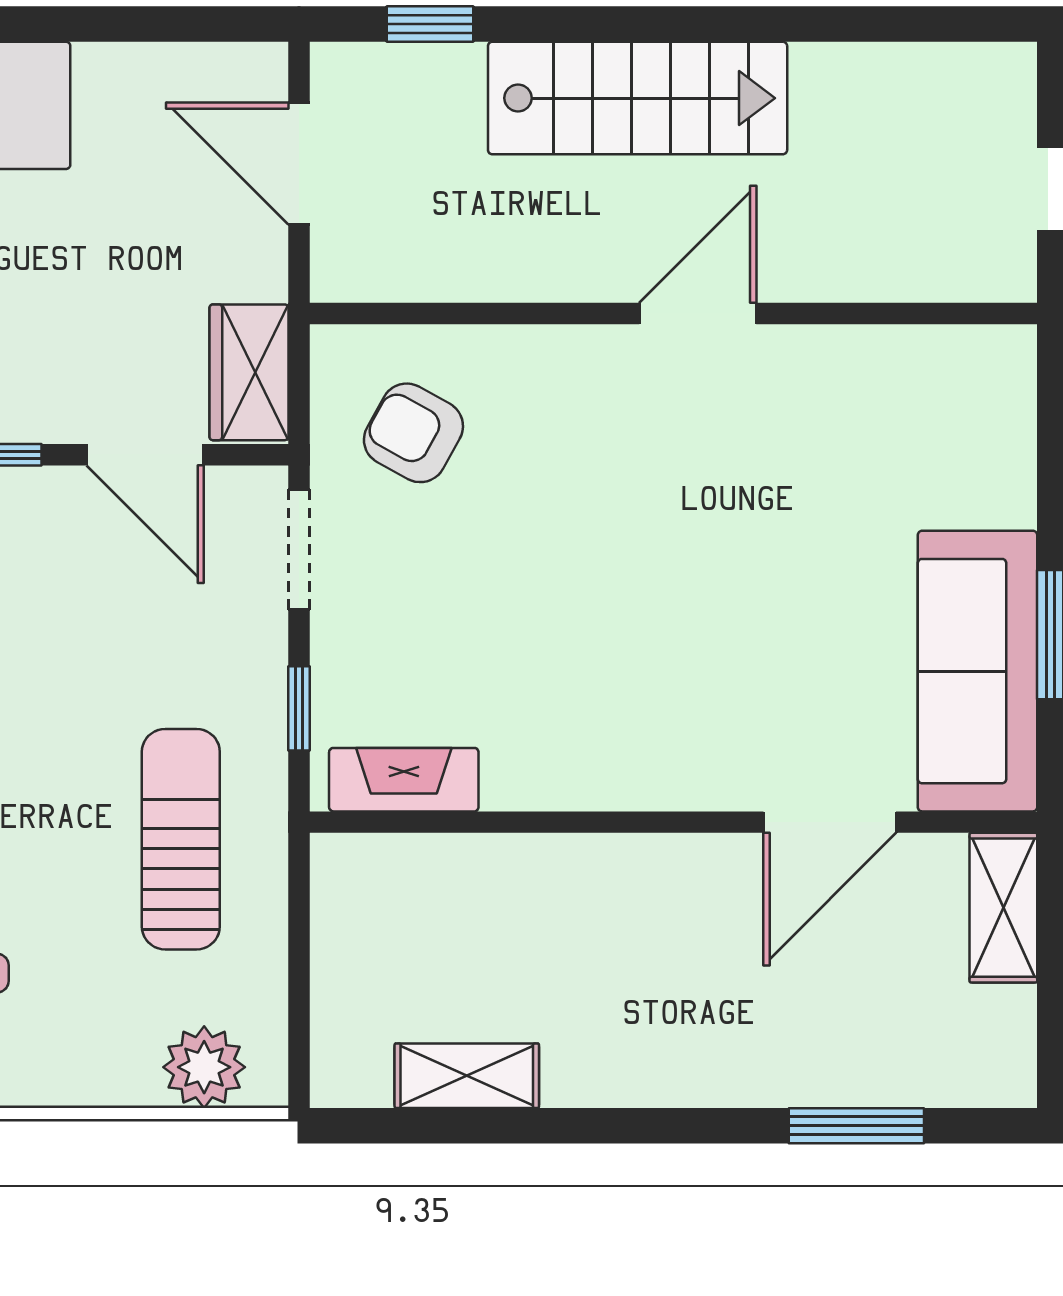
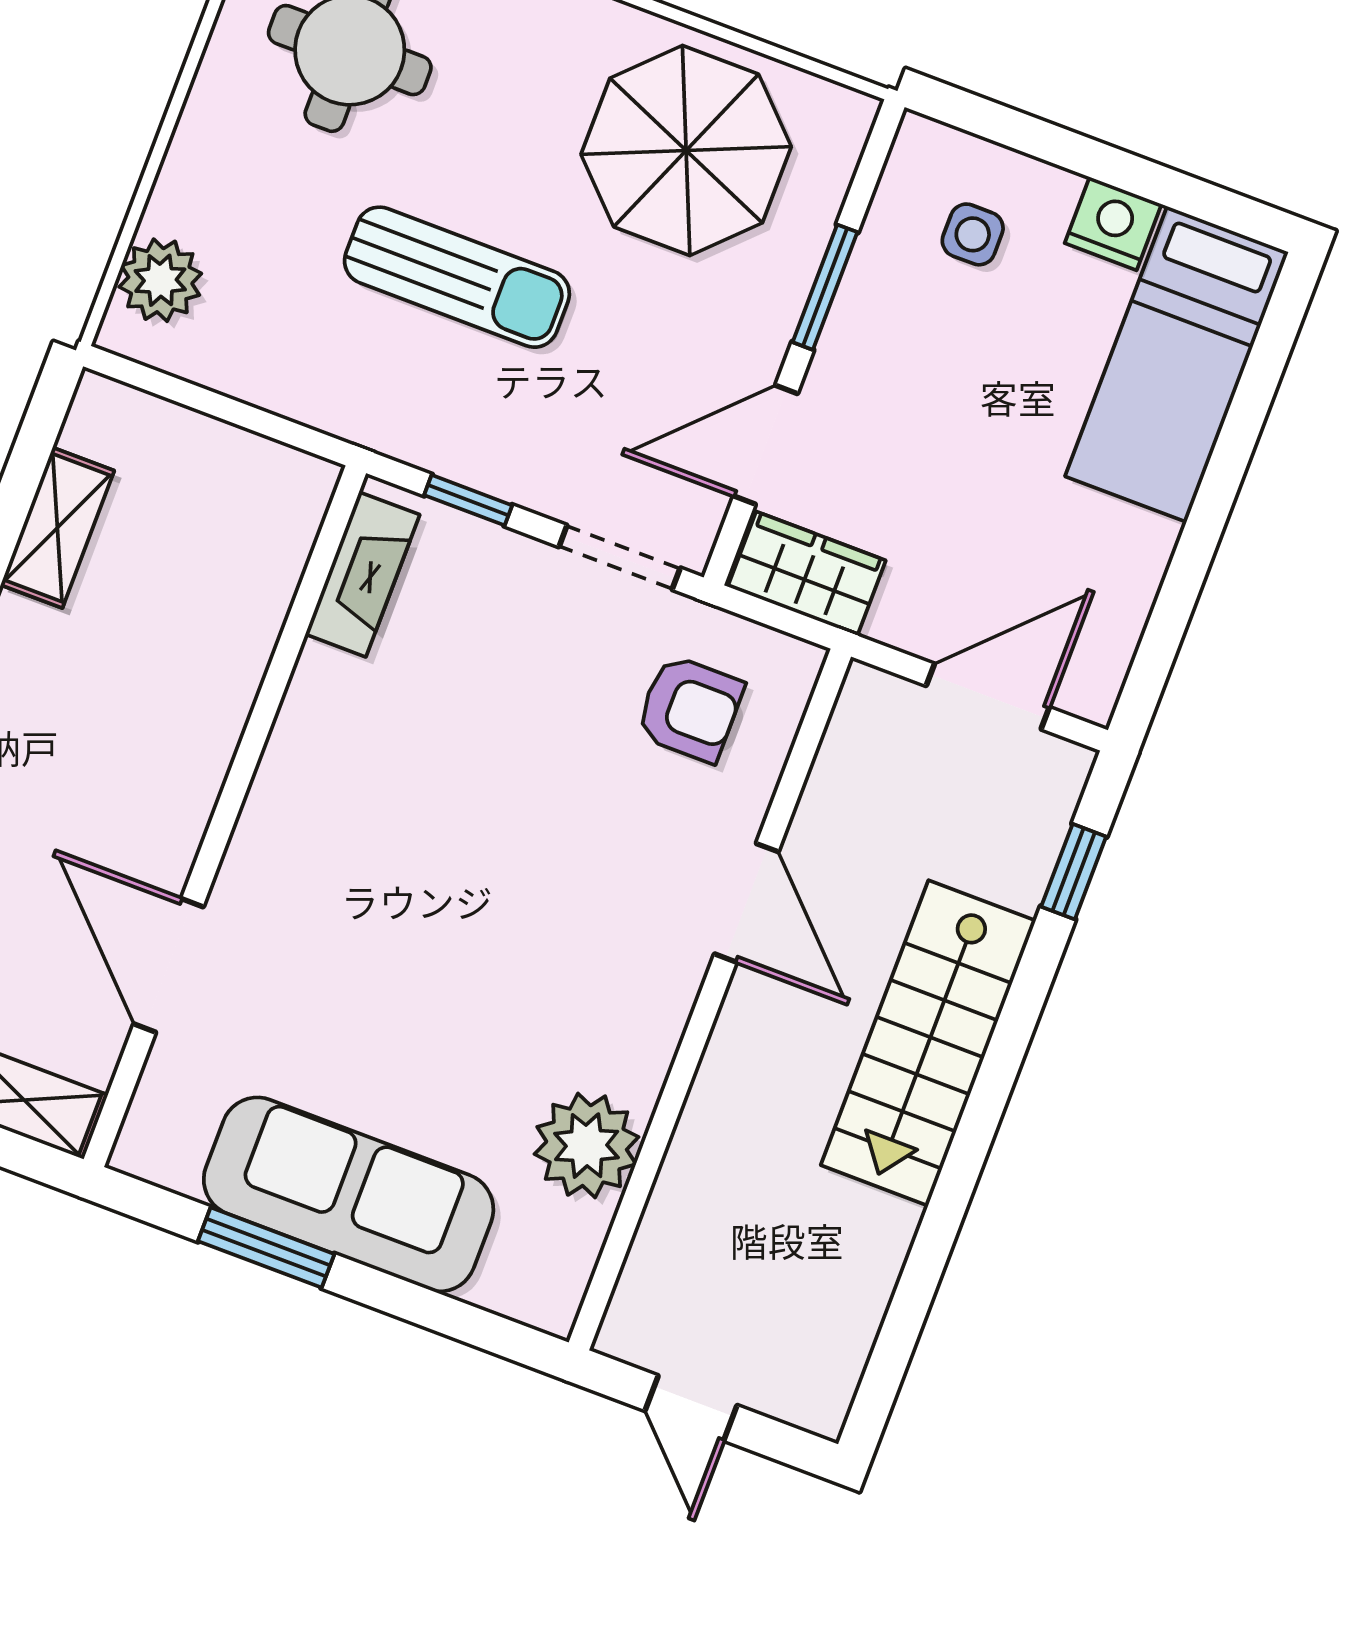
door: (698, 314) -> (746, 903), moved
plant: (850, 376) -> (587, 1146), added
armchair: (413, 433) -> (690, 709), turned 61
sofa: (978, 671) -> (349, 1194), moved
sun lounger: (181, 839) -> (457, 277), moved

